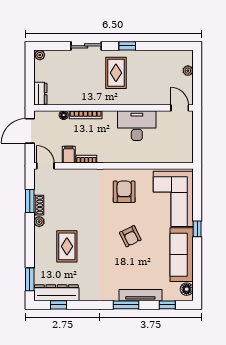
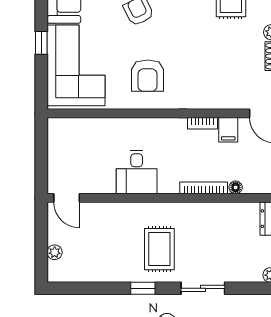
desk: (137, 126) -> (137, 172), width x0.73
window: (197, 229) -> (41, 43), moved

